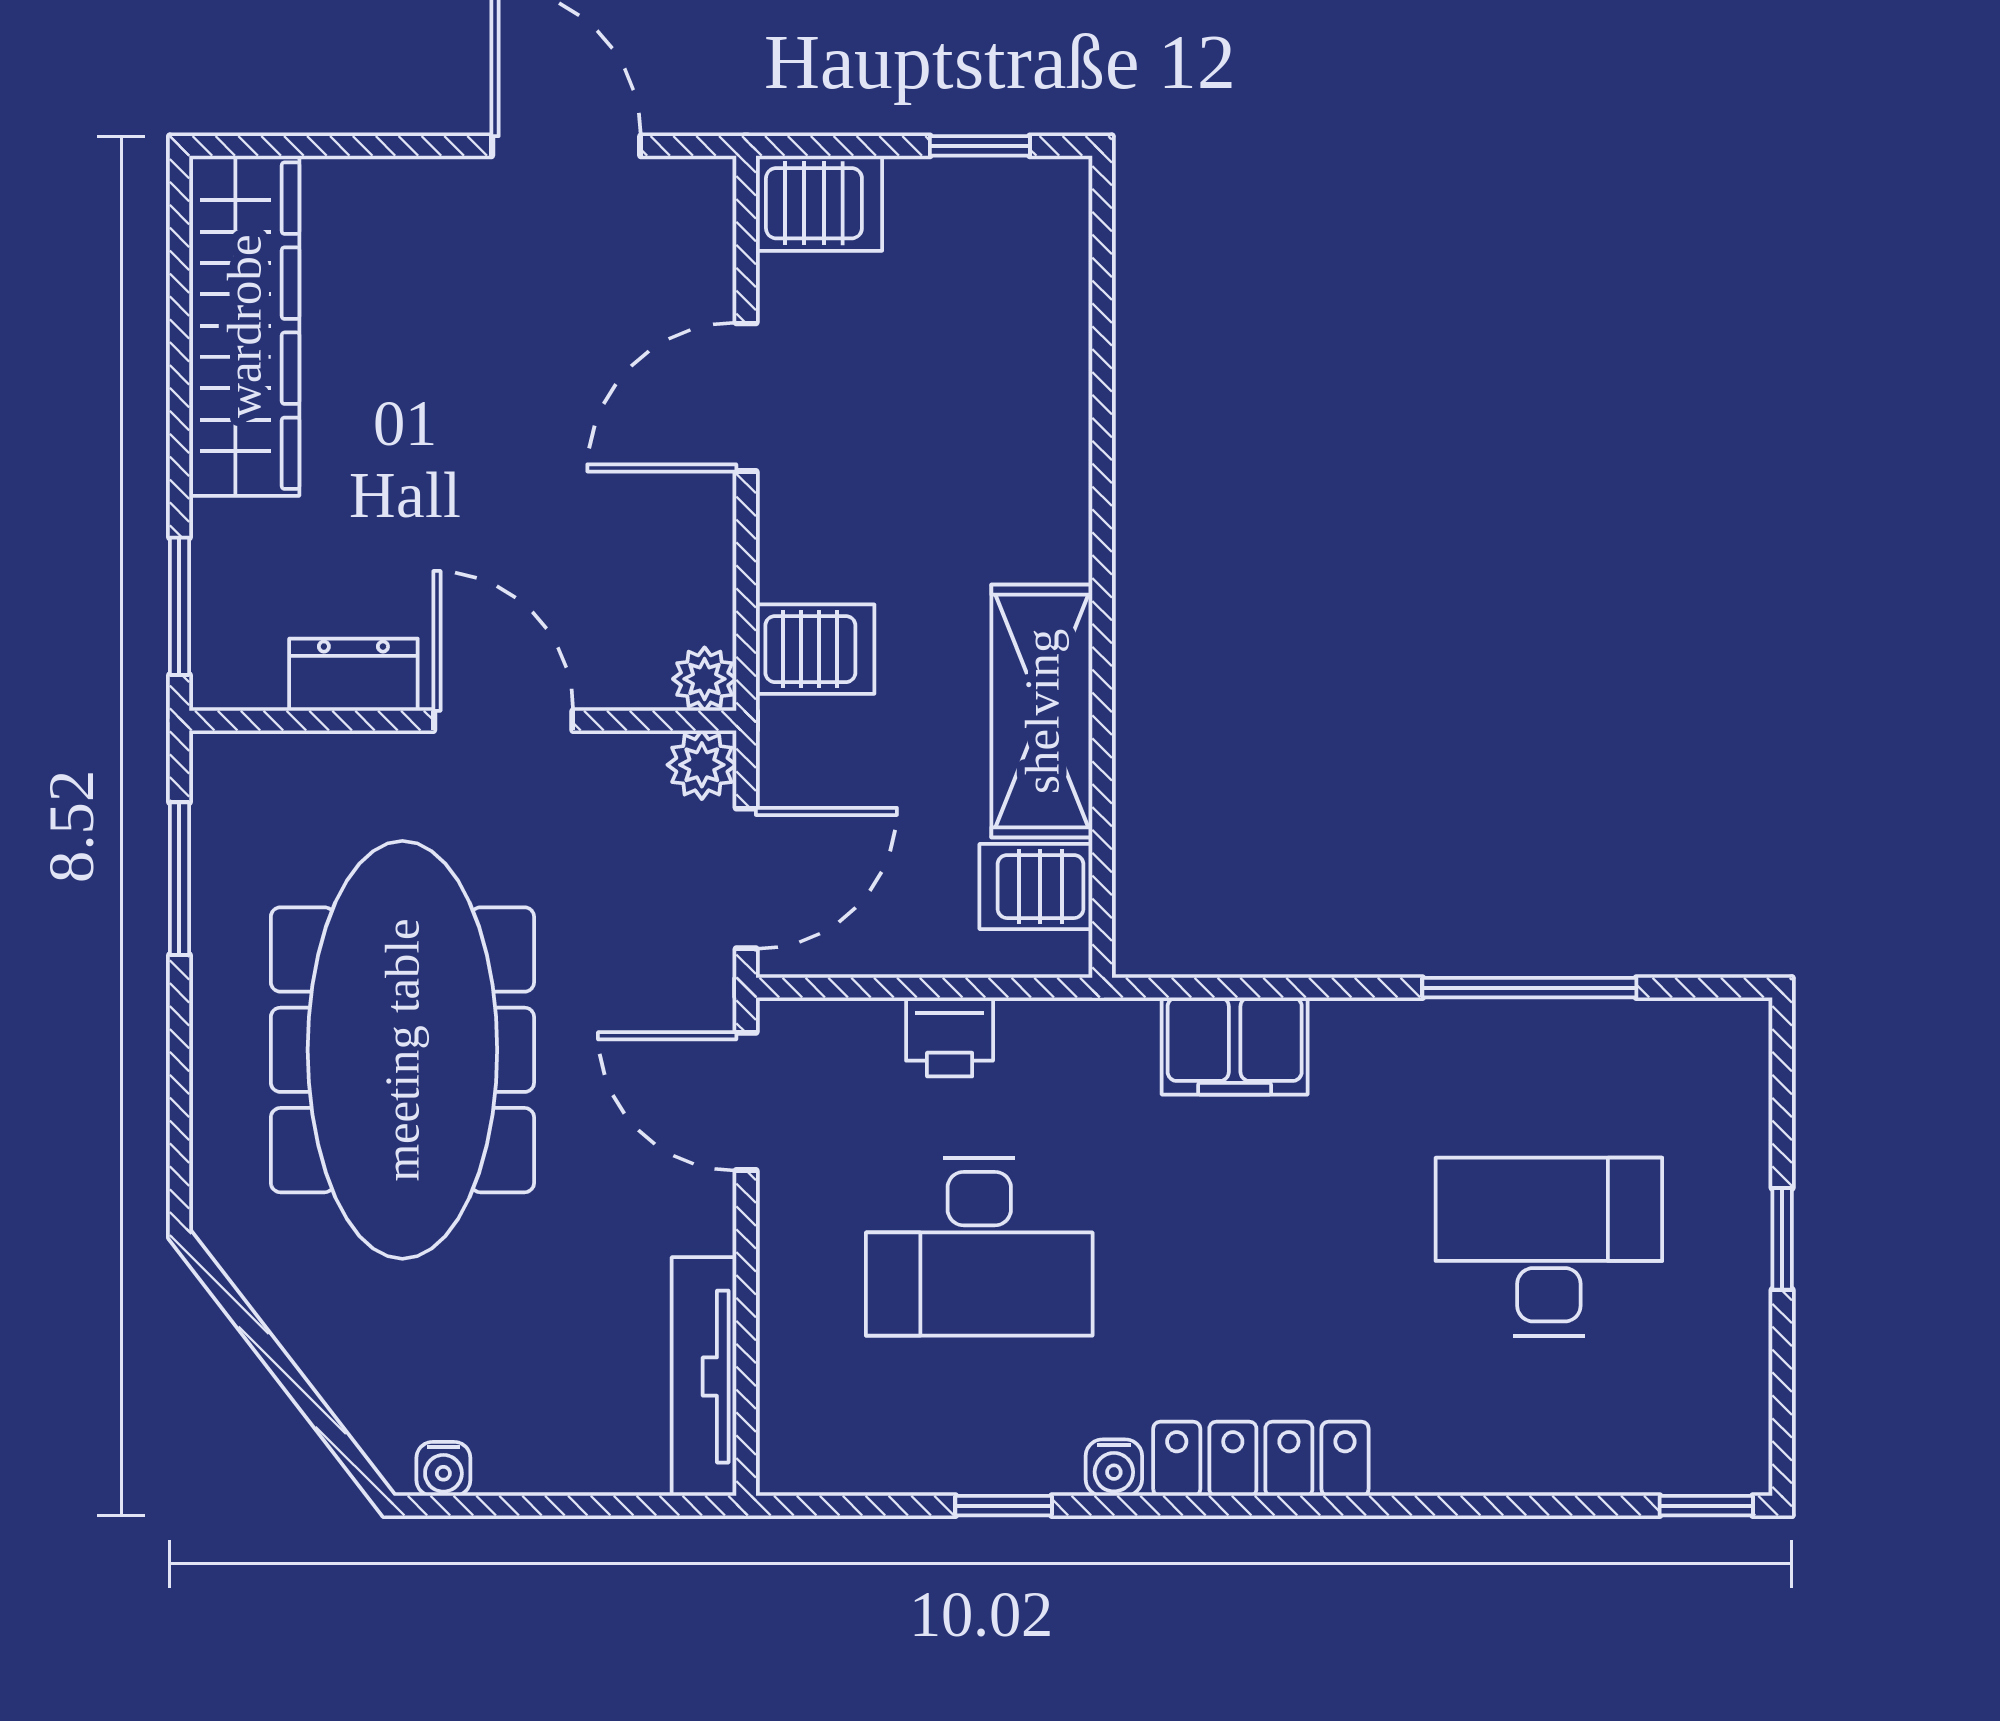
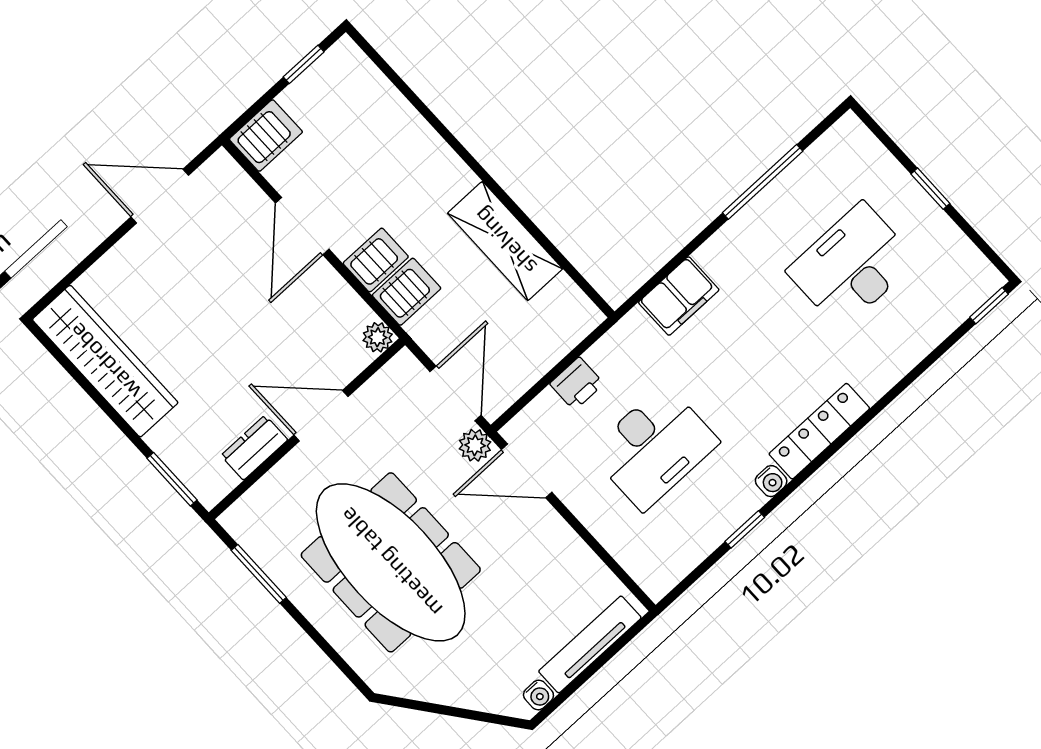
plant: (702, 765) -> (475, 445), moved
server rack: (1036, 887) -> (376, 260), moved, turned 180
tv unit: (704, 1377) -> (590, 644), moved, turned 90

